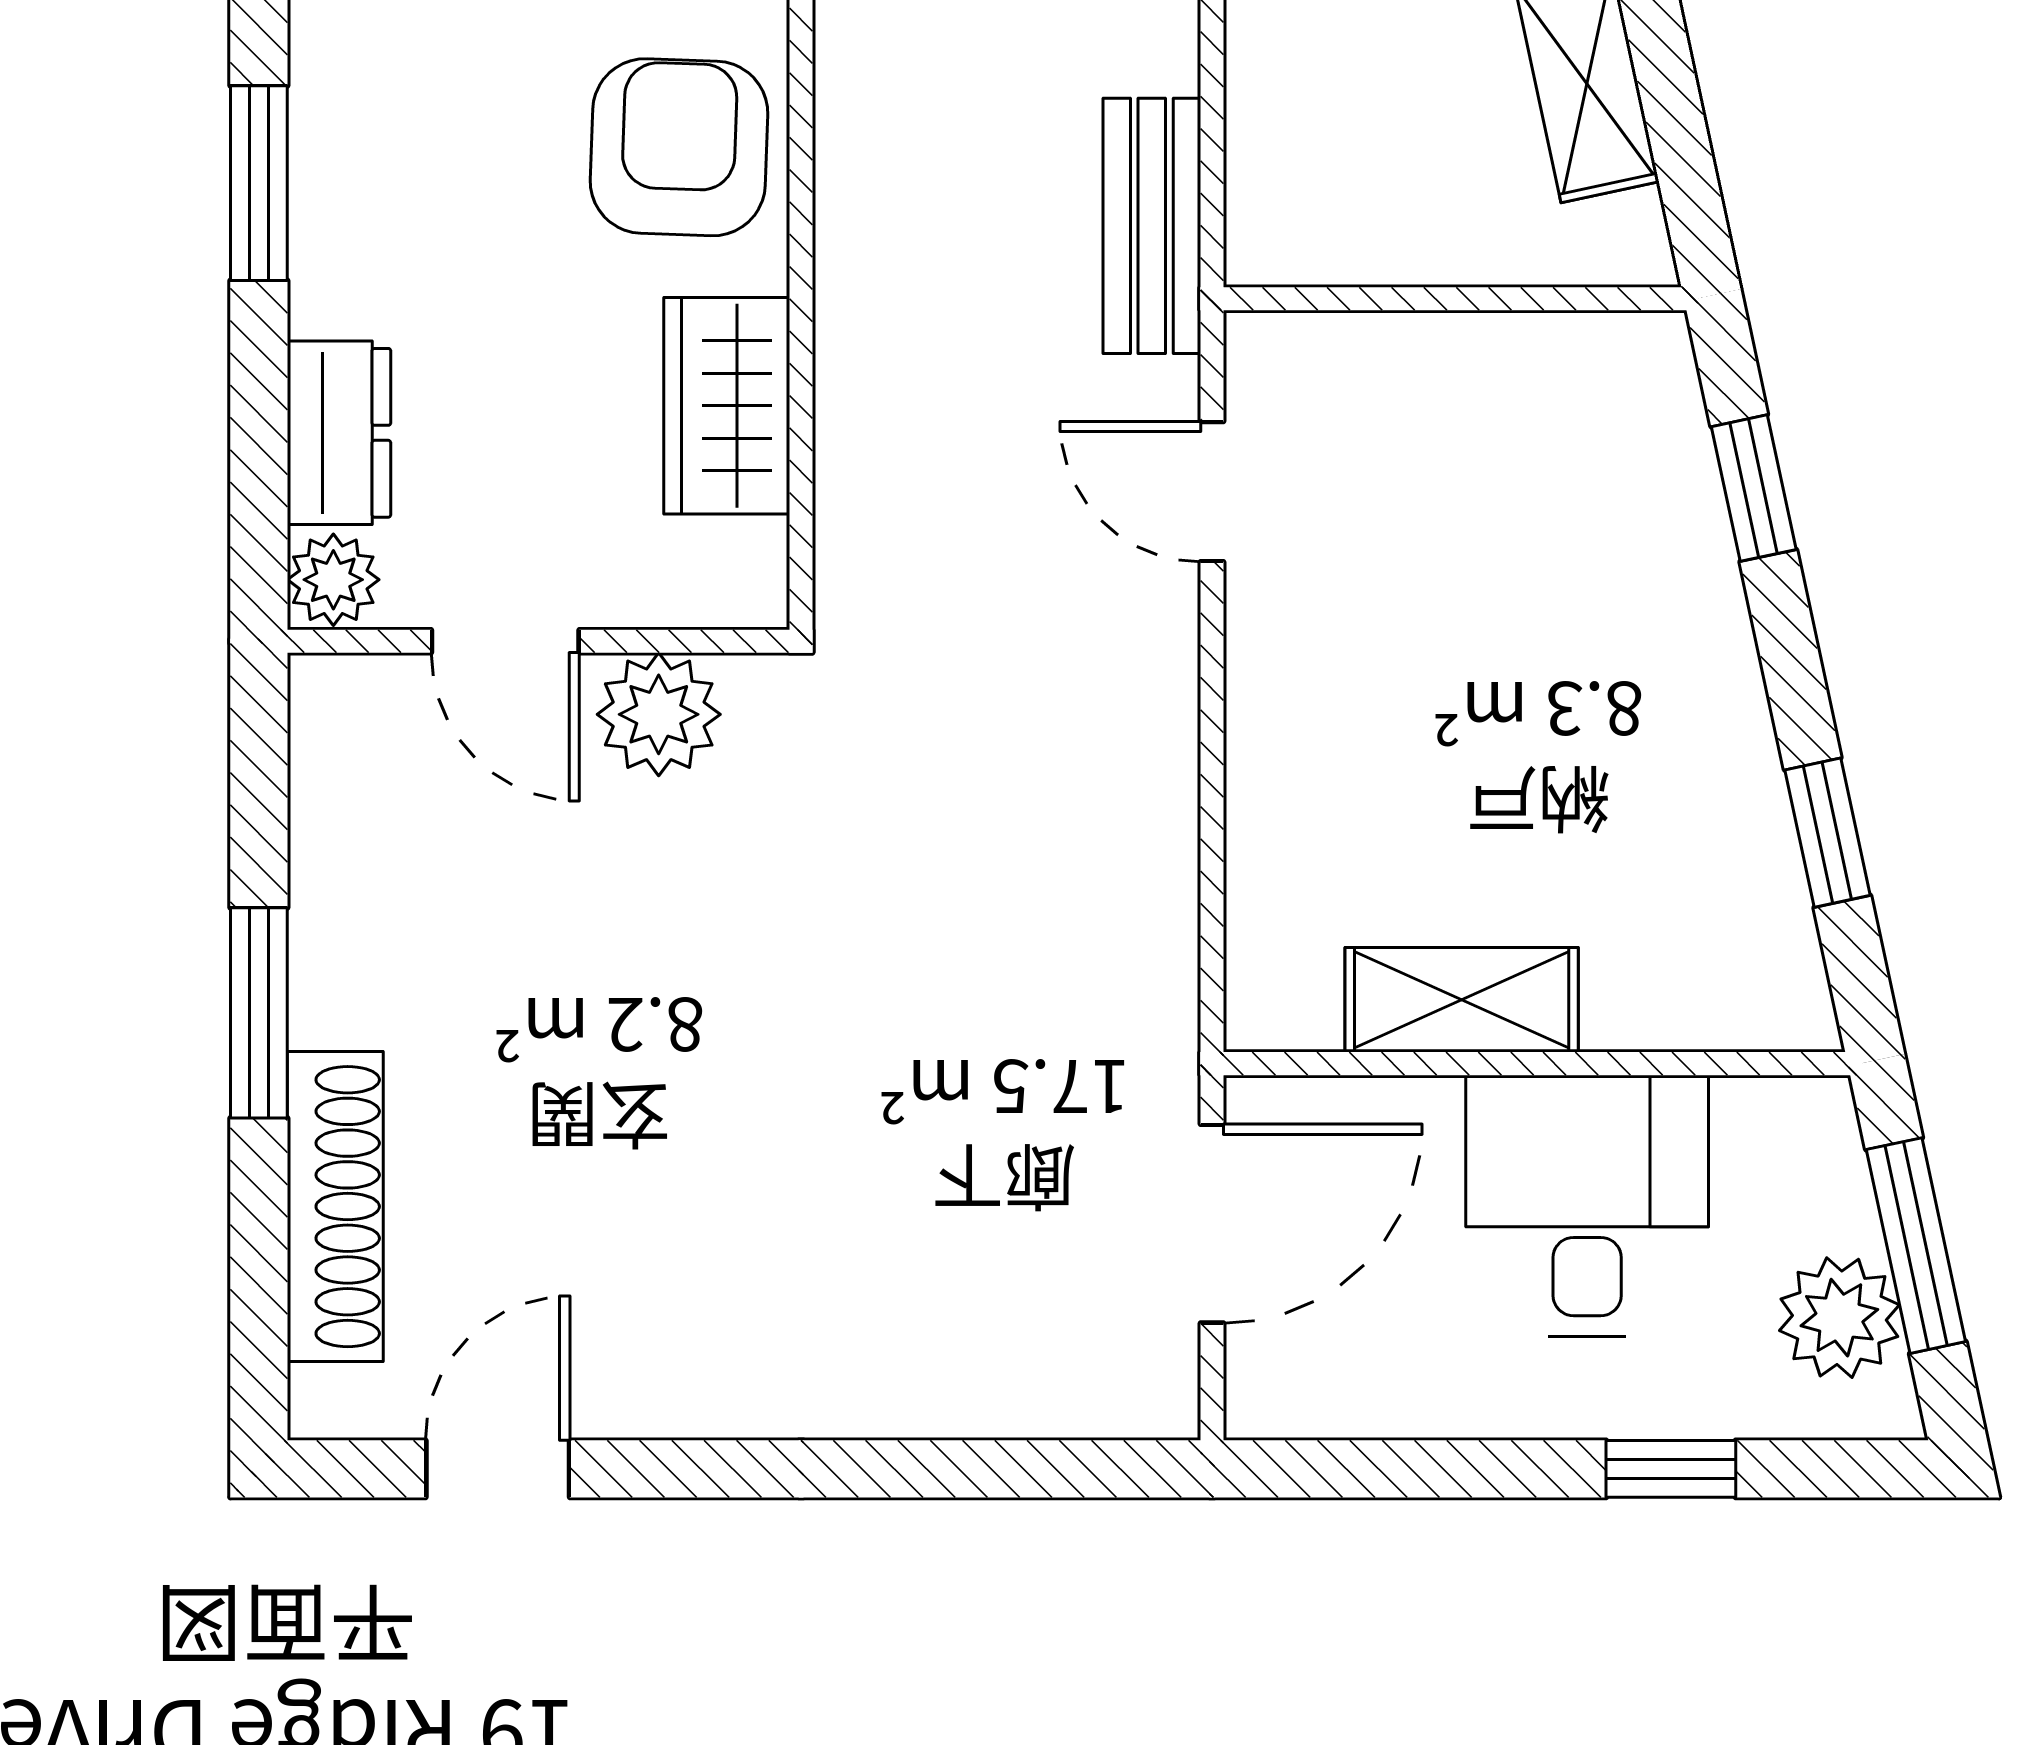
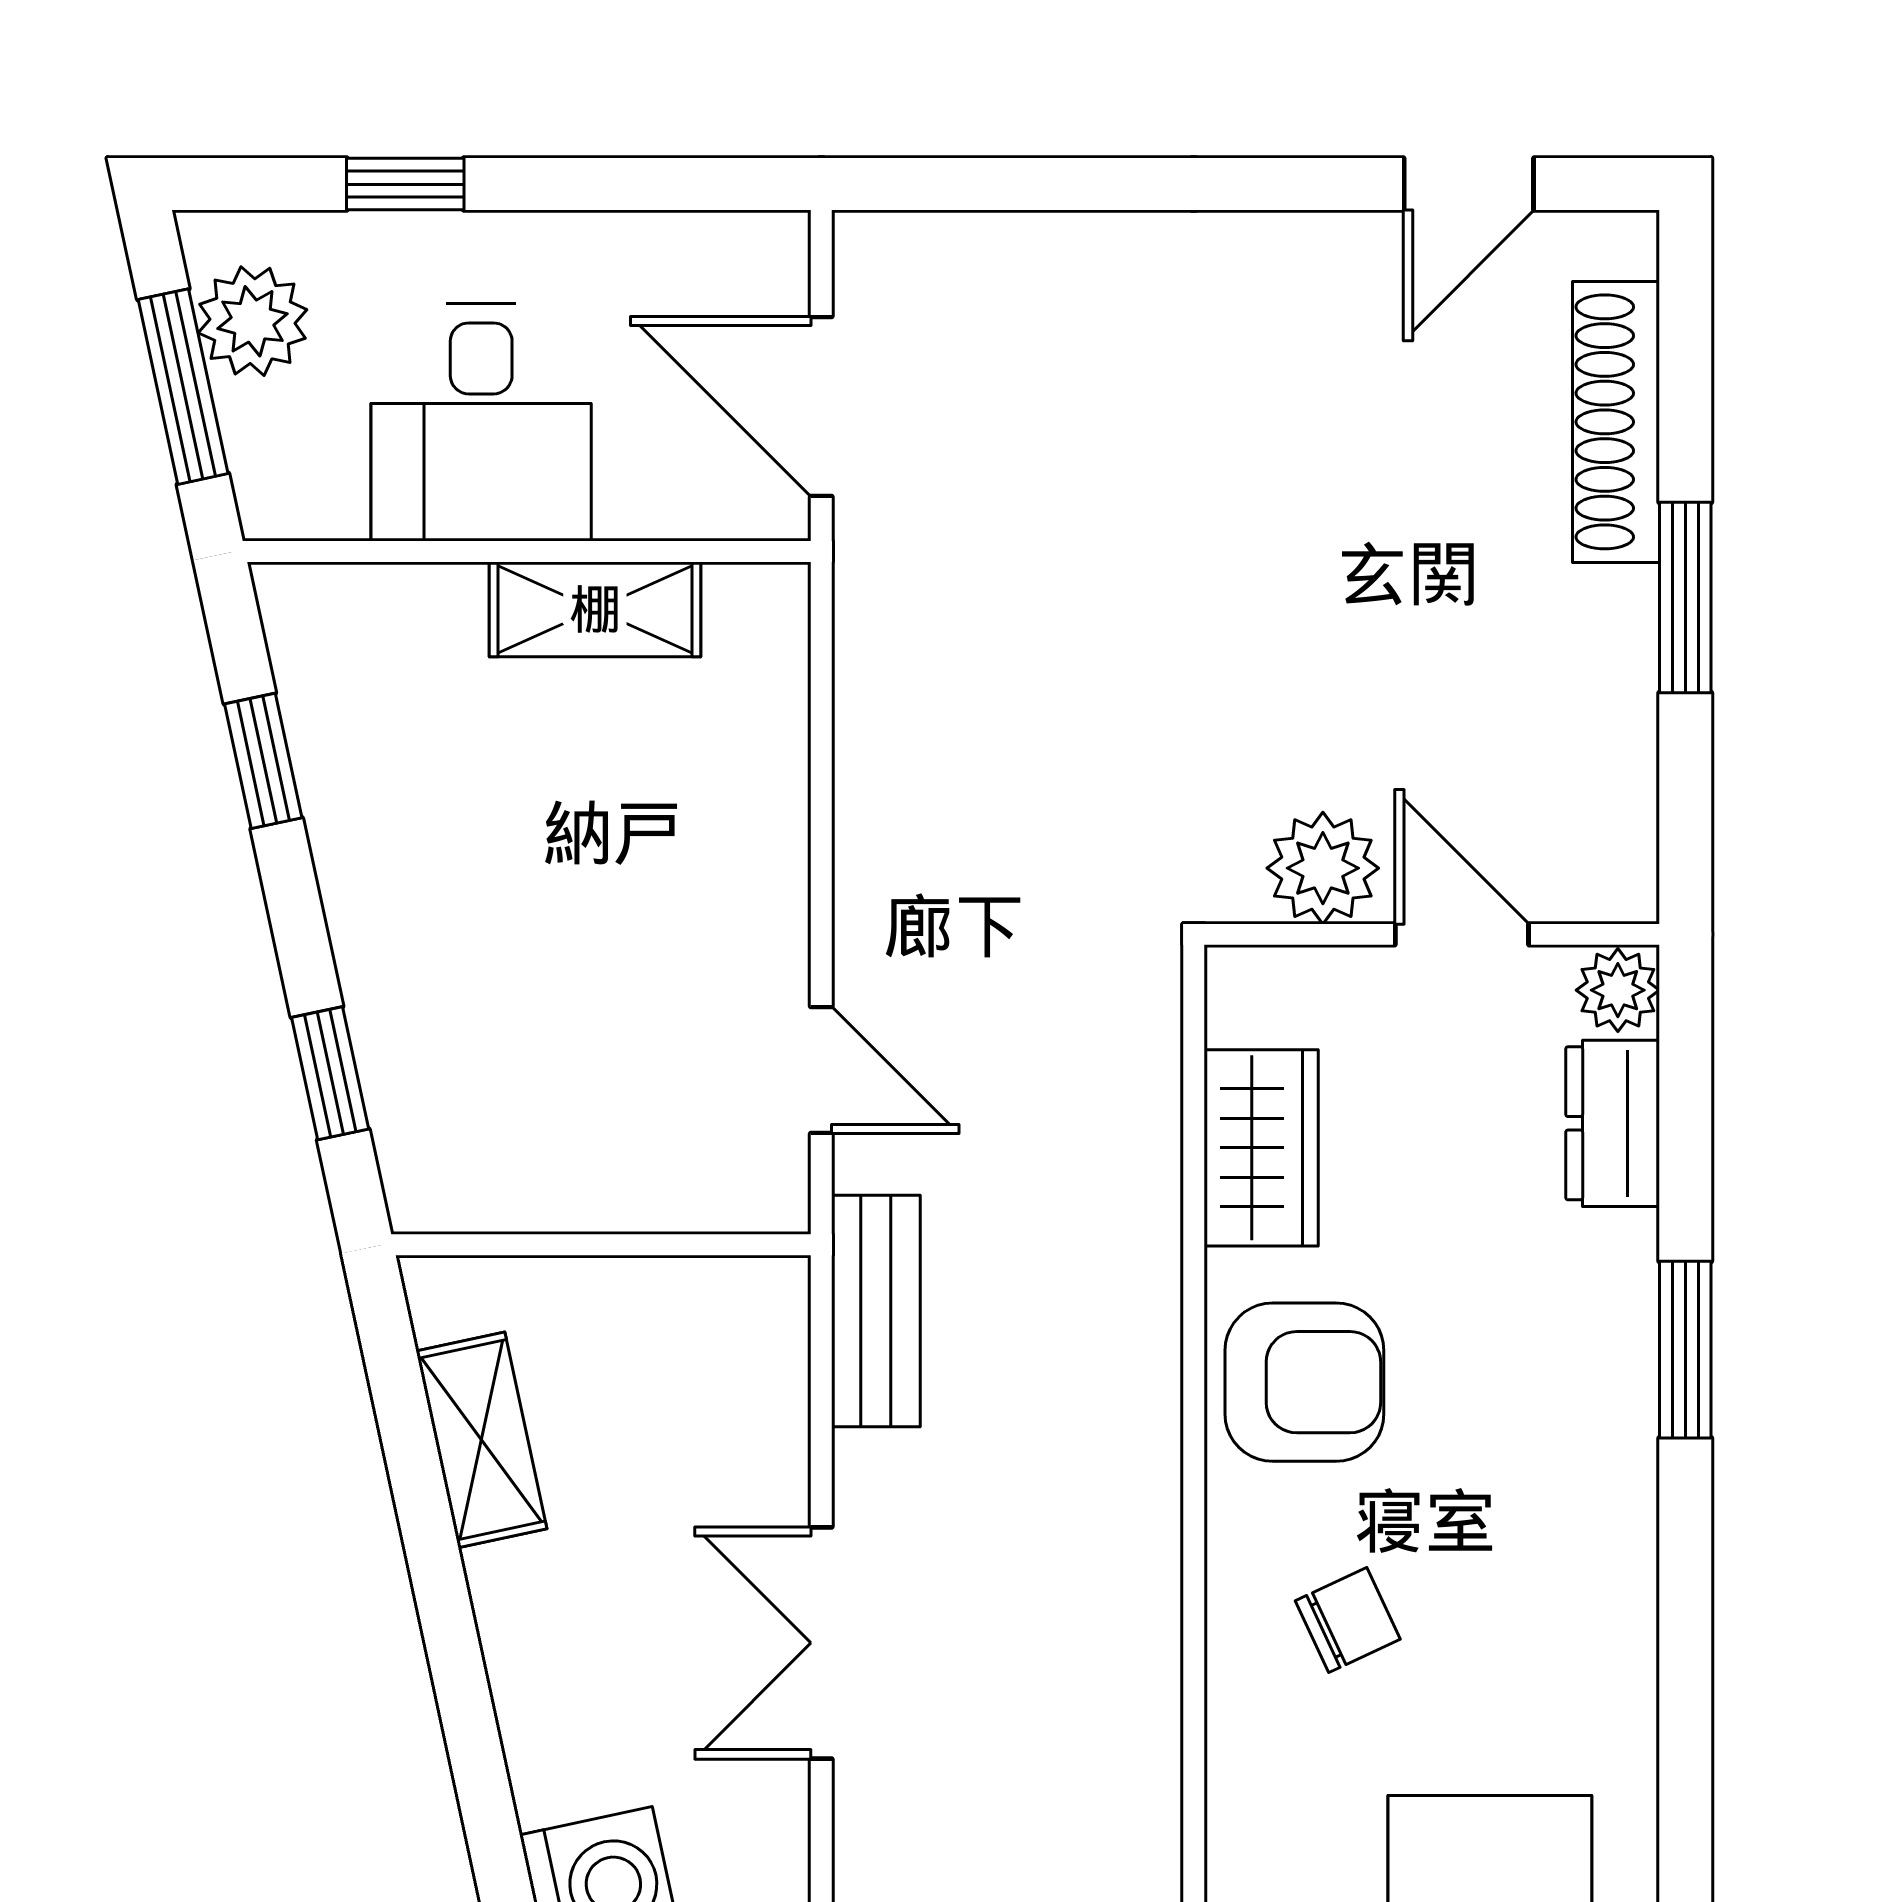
armchair: (679, 147) -> (1304, 1382), turned -92
door: (1212, 1224) -> (821, 406), hinge flipped

